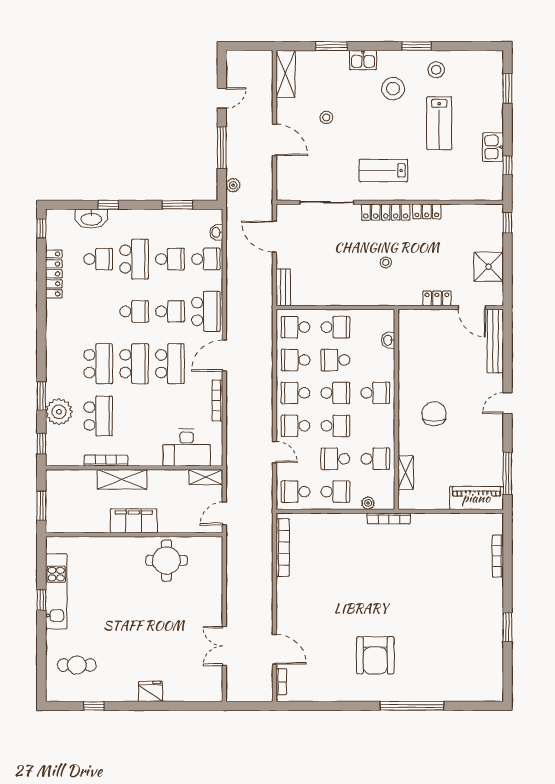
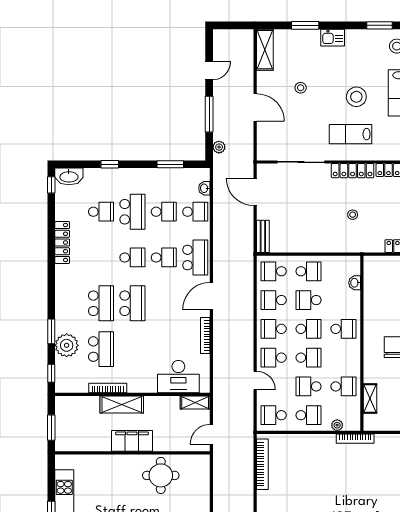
stool: (393, 89) -> (356, 97), moved
washbasin: (91, 219) -> (69, 176), moved
locker: (54, 274) -> (62, 243), moved
school desk: (170, 364) -> (164, 303), removed

